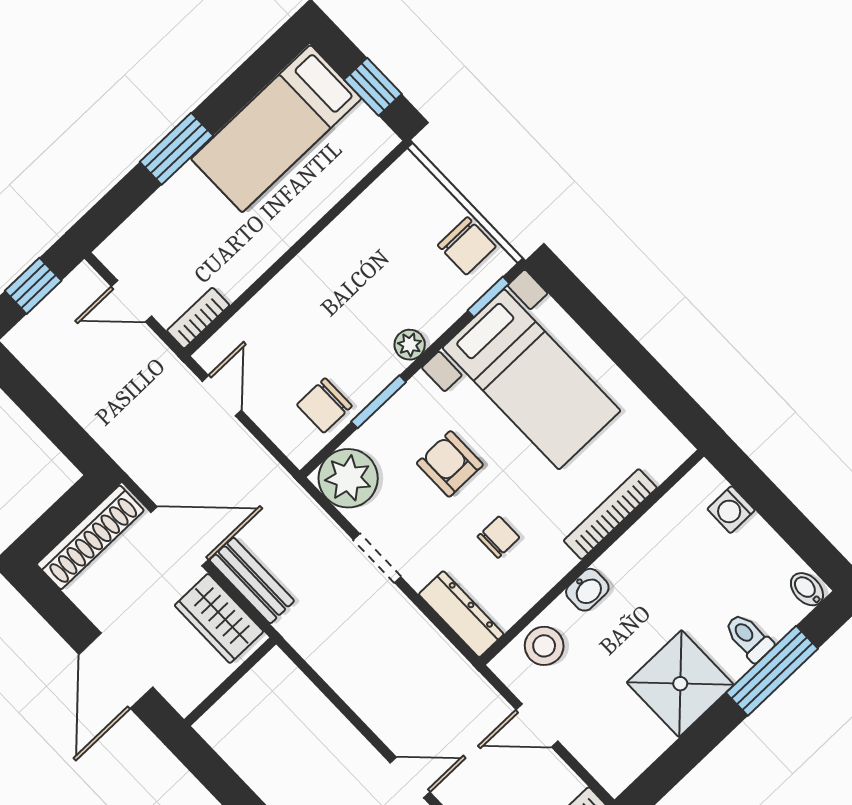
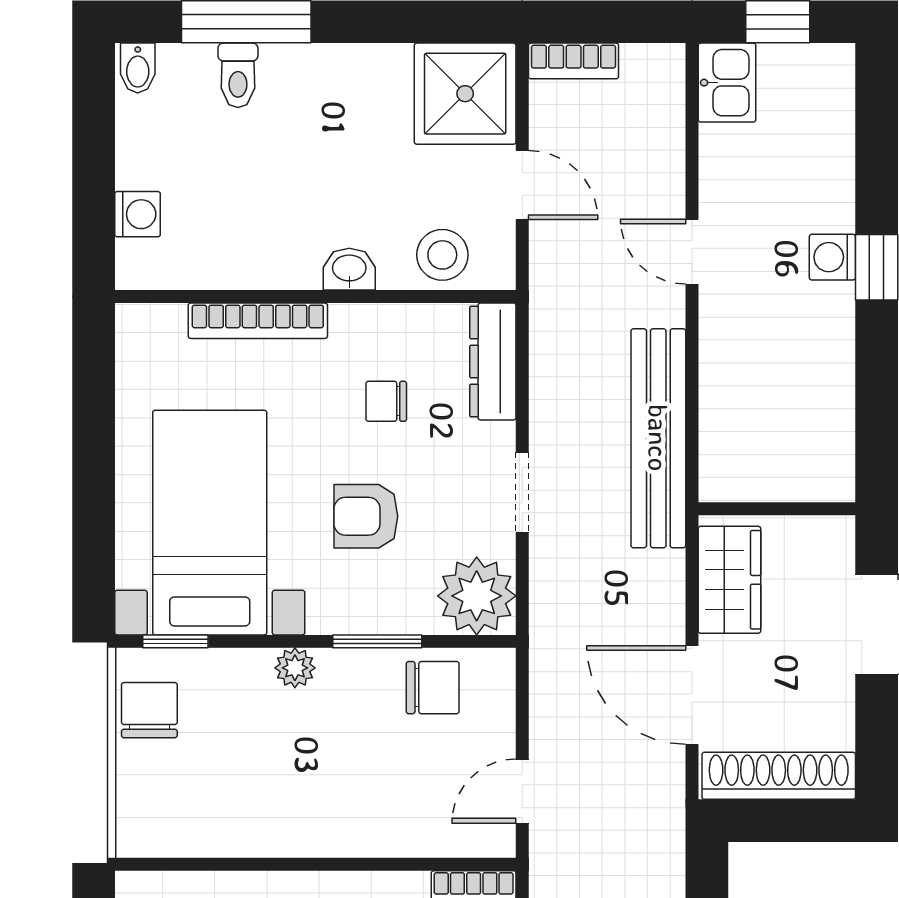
armchair: (450, 464) -> (366, 516), turned 90
bench: (252, 581) -> (658, 438), moved, width x1.86, depth x1.21
shower: (680, 684) -> (465, 94), moved

